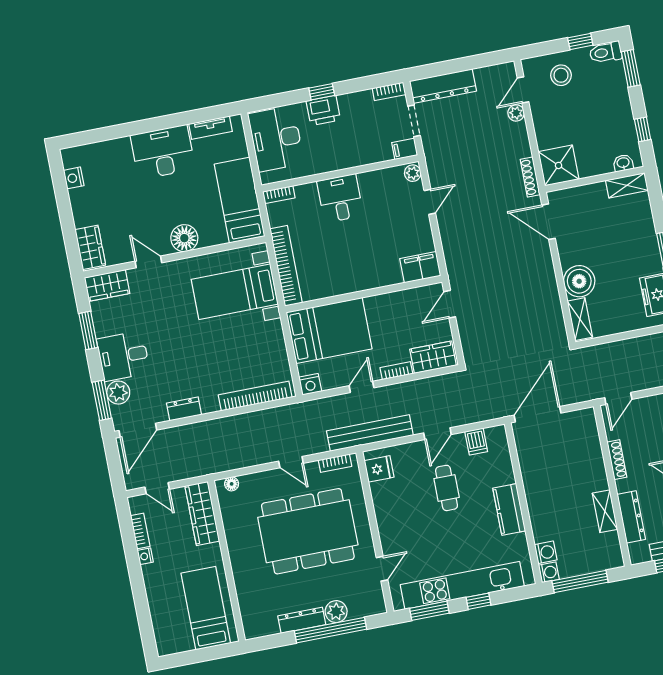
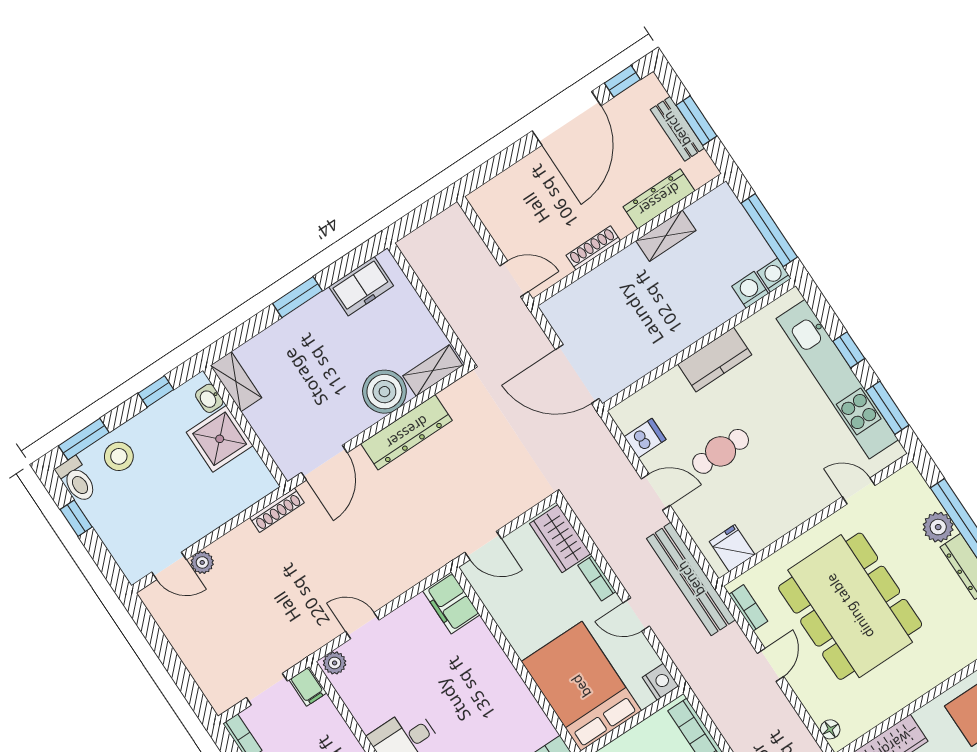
stool: (561, 75) -> (119, 456), moved
dresser: (443, 86) -> (407, 432), moved, turned 90
shower: (559, 165) -> (220, 439), moved

